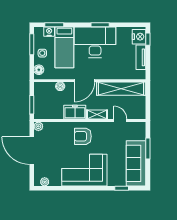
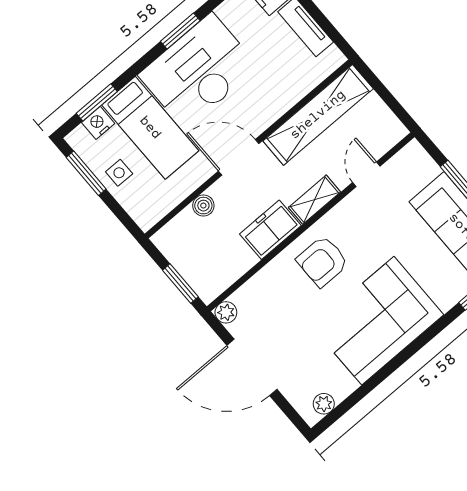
floor lamp: (39, 70) -> (139, 209), removed
door: (84, 81) -> (239, 157), swing flipped
door: (120, 121) -> (366, 174), hinge flipped

